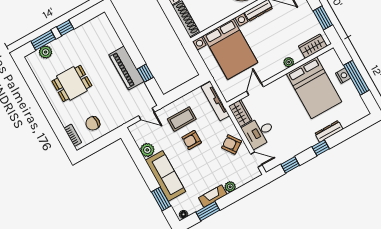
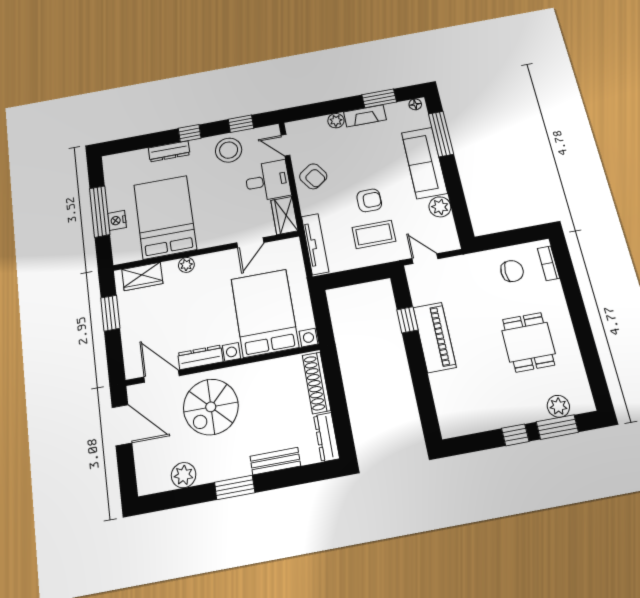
dining table: (72, 83) -> (528, 342), turned 90
stool: (291, 145) -> (229, 150), added
window: (161, 199) -> (441, 134), width x1.44

